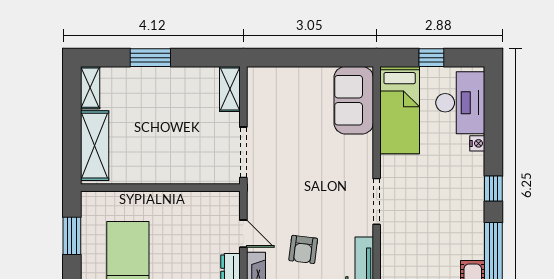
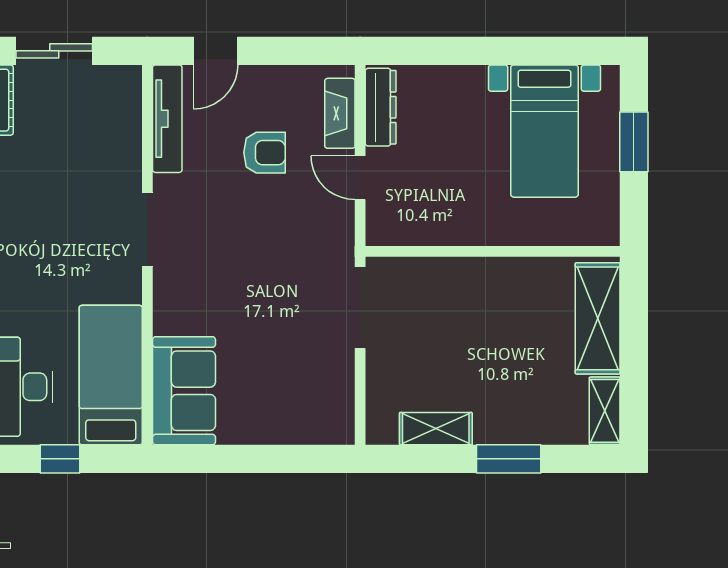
shelving: (230, 89) -> (436, 429), moved, turned 90
window: (72, 236) -> (634, 142), moved
armchair: (303, 249) -> (265, 153), turned 83

